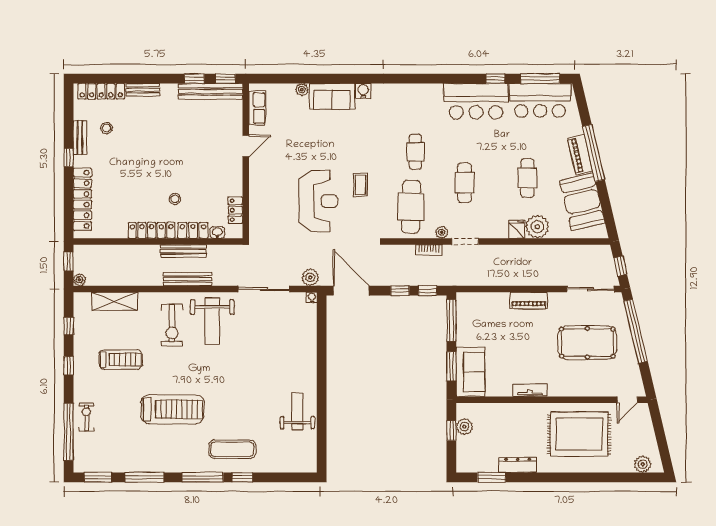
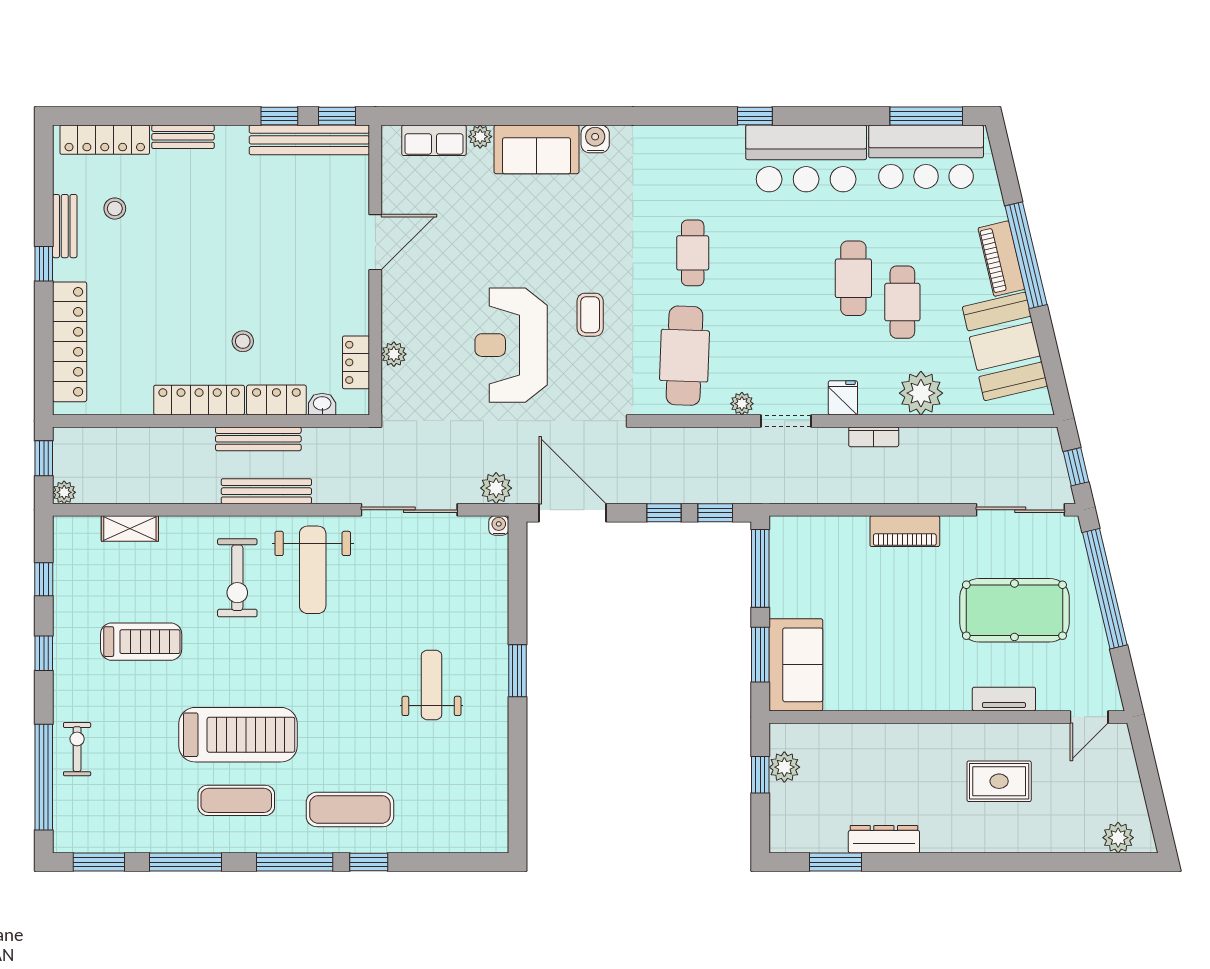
window: (495, 79) -> (755, 116), moved
row of seats: (257, 108) -> (434, 140), moved, turned 90
door: (246, 146) -> (375, 242), width x1.38
cafe table: (465, 183) -> (853, 278), moved
reception desk: (318, 201) -> (511, 345), turned 180
plant: (256, 206) -> (394, 354), added
fridge: (517, 229) -> (843, 398), moved
bookcase: (429, 250) -> (874, 437), moved
shelving: (115, 301) -> (130, 529), width x0.67, depth x0.75
window: (322, 375) -> (517, 671), added
tv unit: (530, 390) -> (1004, 699), moved
weight bench: (297, 411) -> (431, 685), moved
rug: (579, 434) -> (999, 781), width x0.54, depth x0.49
exercise mat: (171, 444) -> (236, 800), added

